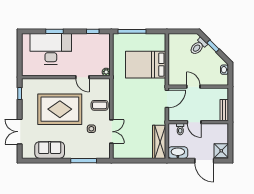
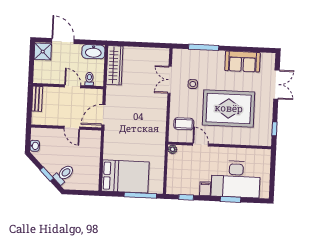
filing cabinet: (77, 39) -> (205, 189), added
bed: (146, 65) -> (125, 176), moved
coffee table: (100, 105) -> (184, 124), moved

